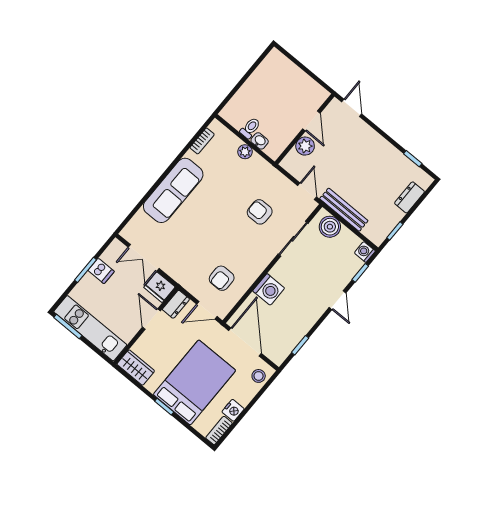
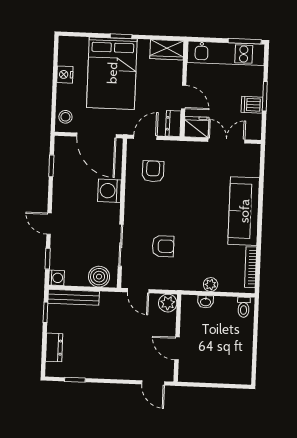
toilet: (250, 128) -> (244, 307), moved
bookcase: (202, 141) -> (251, 267), width x1.56
plant: (305, 146) -> (168, 303), moved
bench: (344, 210) -> (74, 297), moved
bookcase: (219, 430) -> (64, 50), removed

